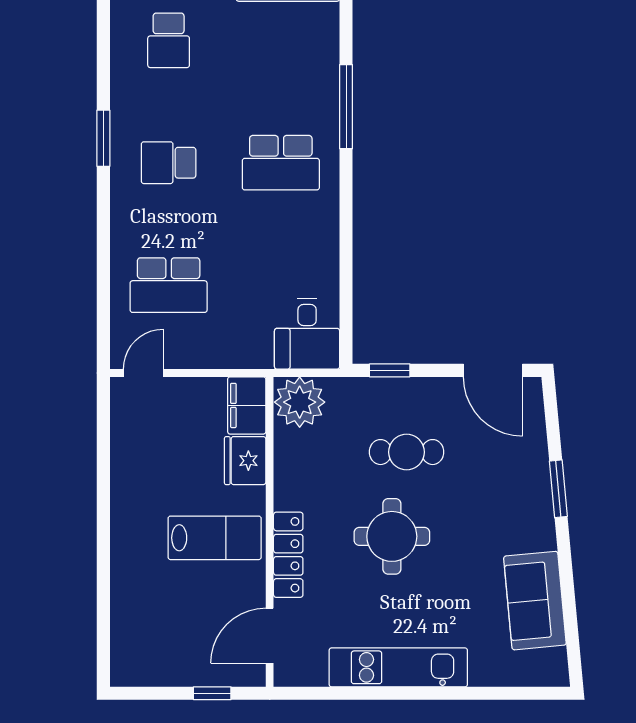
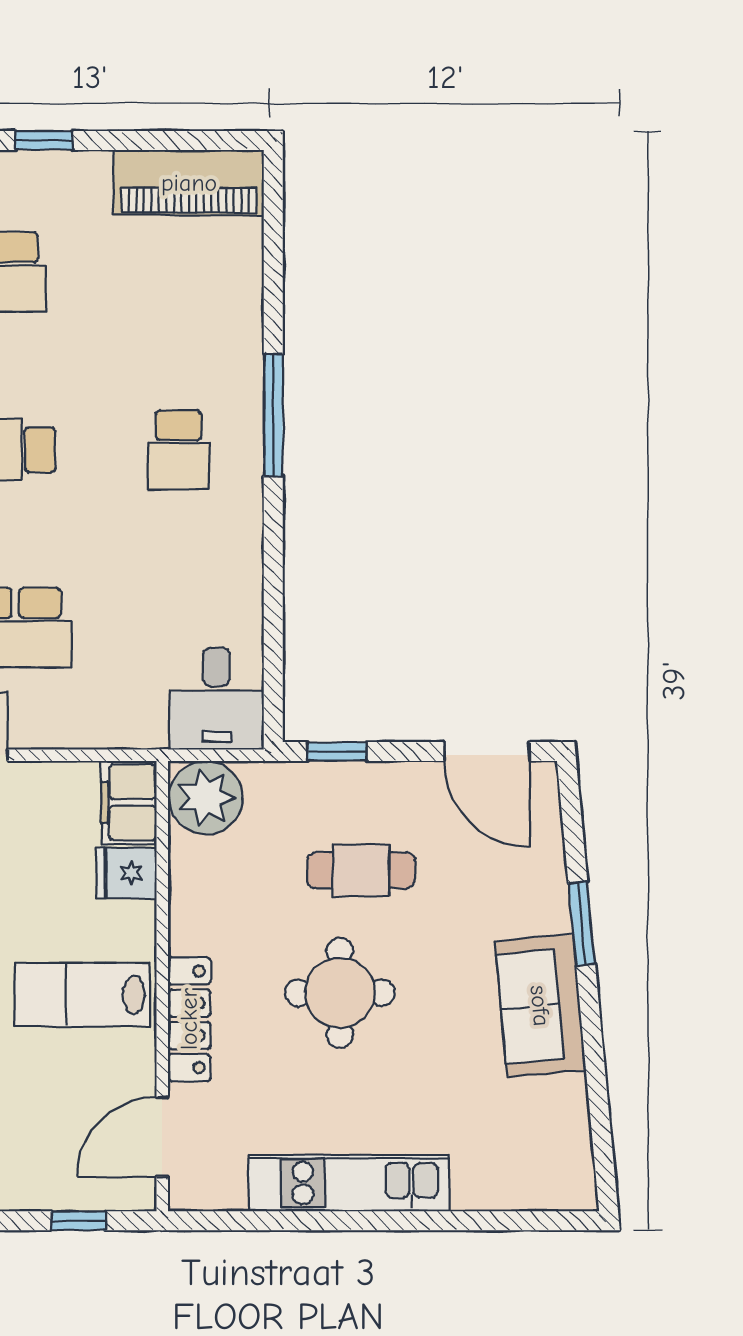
window: (346, 107) -> (273, 415), moved
school desk: (281, 163) -> (179, 450), width x0.54
fridge: (245, 461) -> (127, 873), width x0.72
lab bench: (215, 538) -> (82, 995), turned 180
sofa: (535, 601) -> (540, 1006), moved

